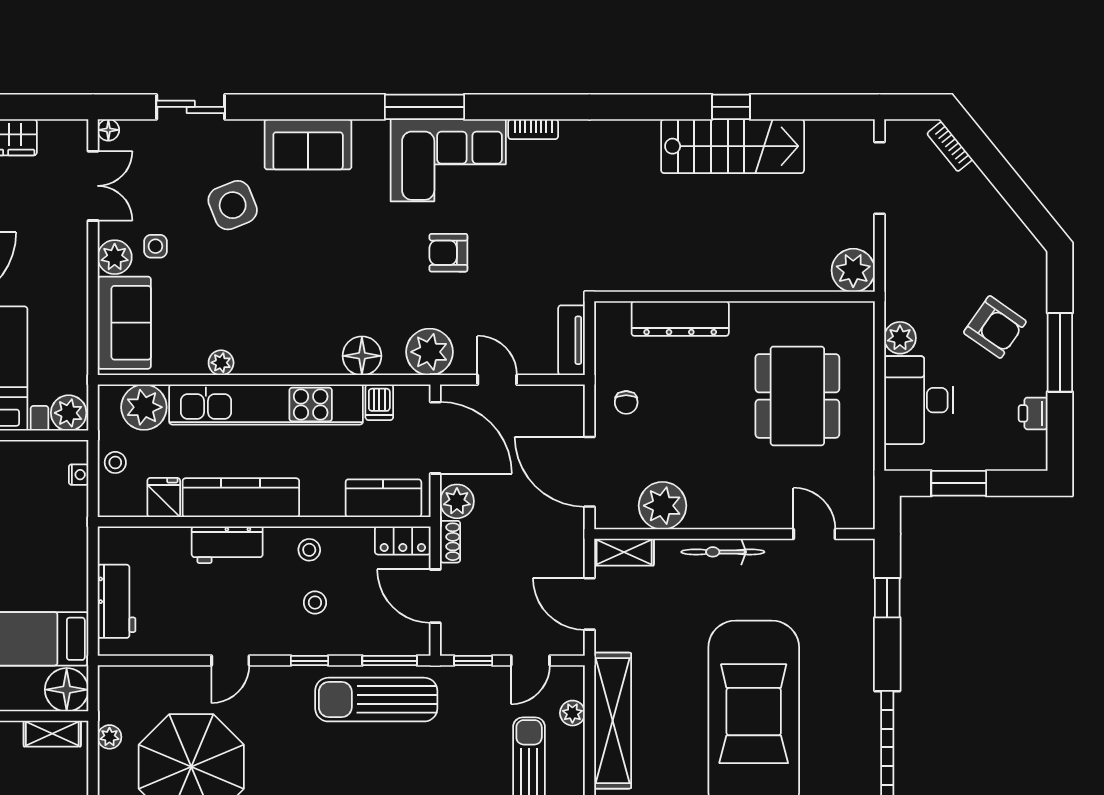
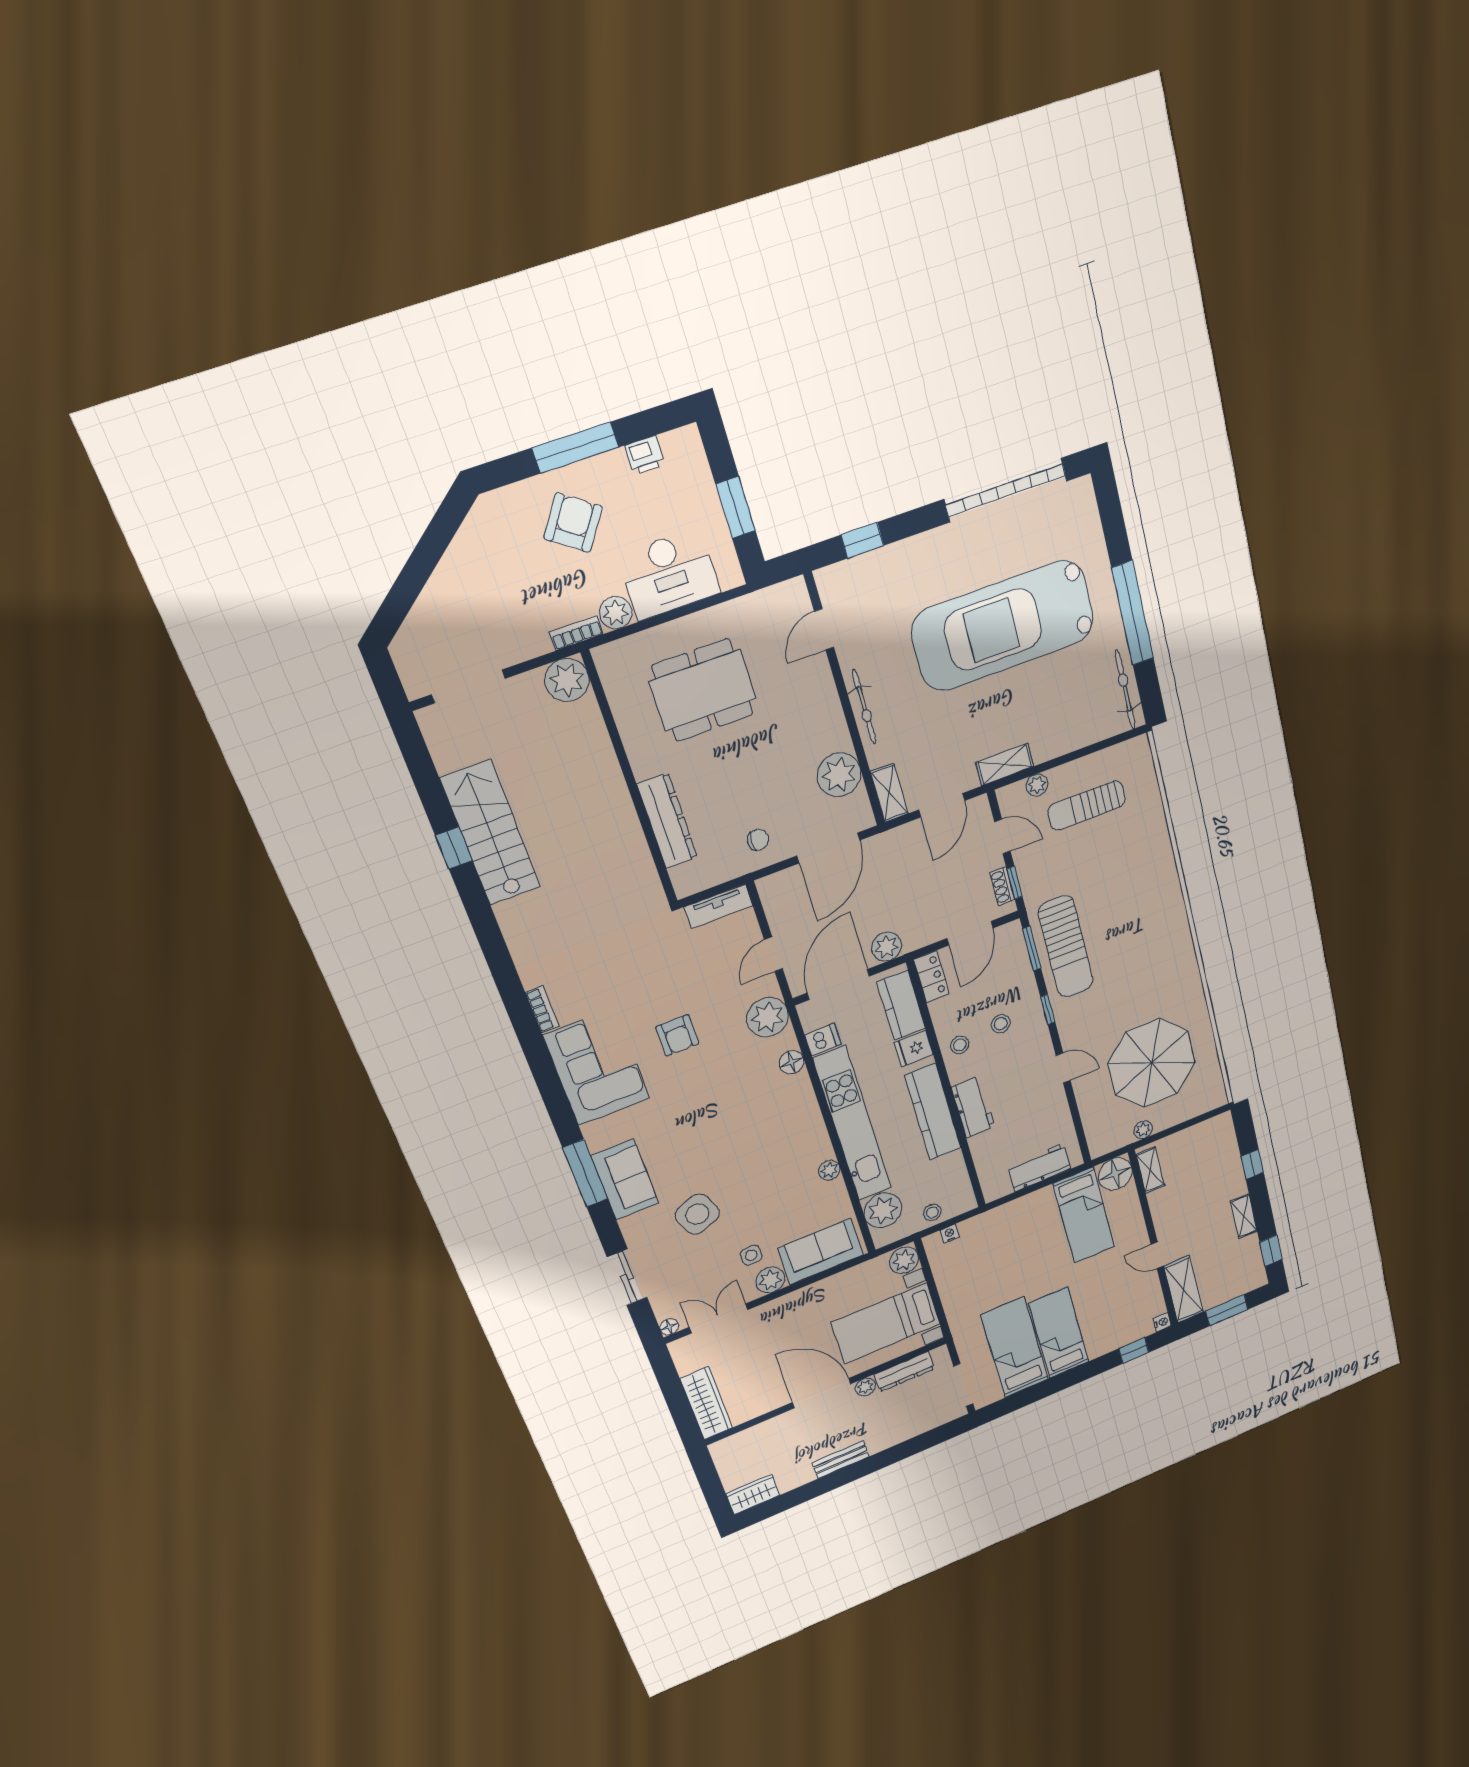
window: (424, 107) -> (585, 1173), moved
bookcase: (950, 147) -> (576, 633), moved, turned -141
floor lamp: (362, 356) -> (792, 1062), width x0.73, depth x0.73
fridge: (164, 498) -> (914, 1049), moved
shoe rack: (450, 542) -> (1002, 886), moved, turned -90
shelving: (613, 721) -> (1005, 764), width x0.45, depth x0.75

